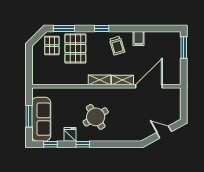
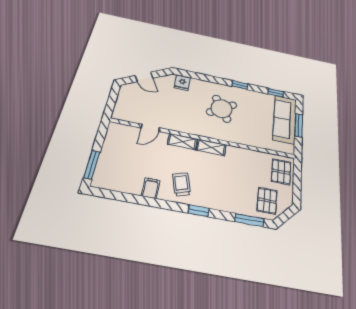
pallet: (75, 48) -> (281, 172), moved, width x0.67, depth x0.71
door: (149, 86) -> (150, 128), width x0.53
fridge: (70, 134) -> (182, 83), moved

